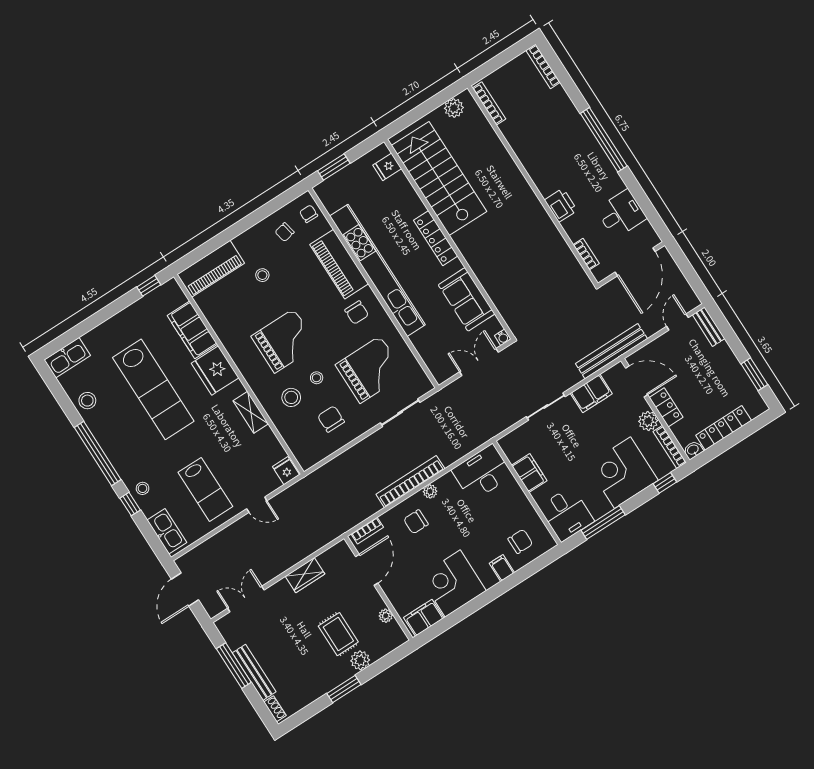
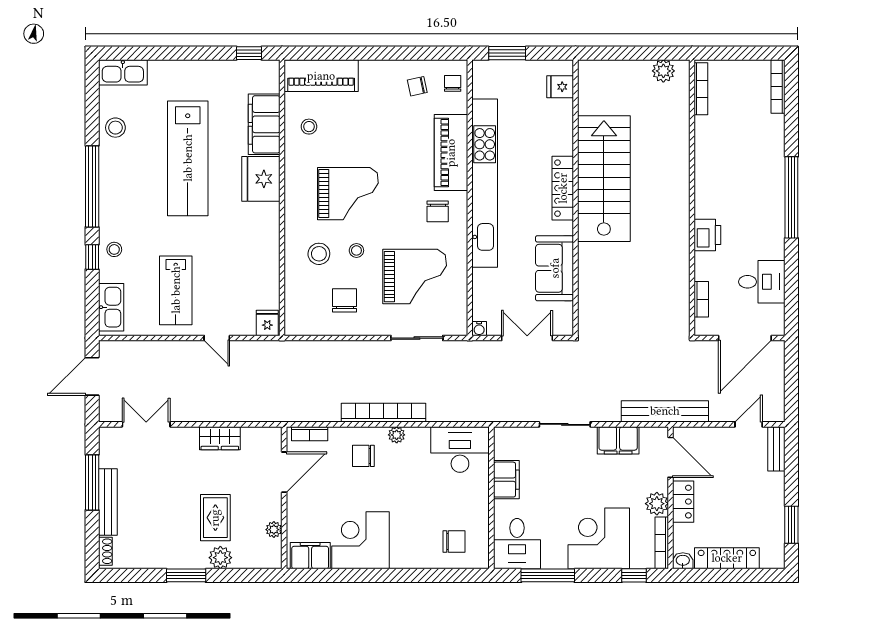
stairs: (439, 179) -> (604, 179), moved
stool: (262, 275) -> (309, 127), moved
water cooler: (503, 337) -> (479, 329), moved
shelving: (251, 412) -> (270, 243), removed
filing cabinet: (502, 568) -> (419, 556), removed

